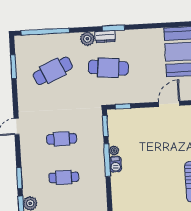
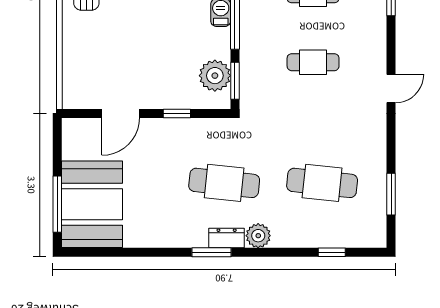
window: (45, 32) -> (332, 252), width x0.32
cafe table: (53, 71) -> (322, 183), turned 30
window: (123, 106) -> (177, 114), moved
plant: (114, 151) -> (215, 76), moved, width x1.88, depth x1.88

